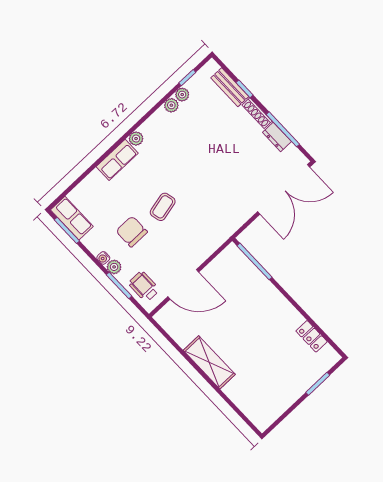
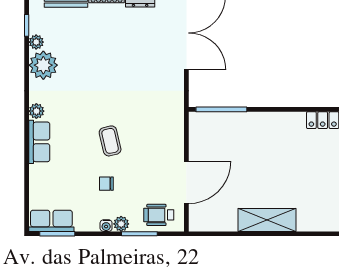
plant: (171, 105) -> (43, 65), width x1.88, depth x1.88
chair: (132, 232) -> (106, 184), width x0.54, depth x0.54

